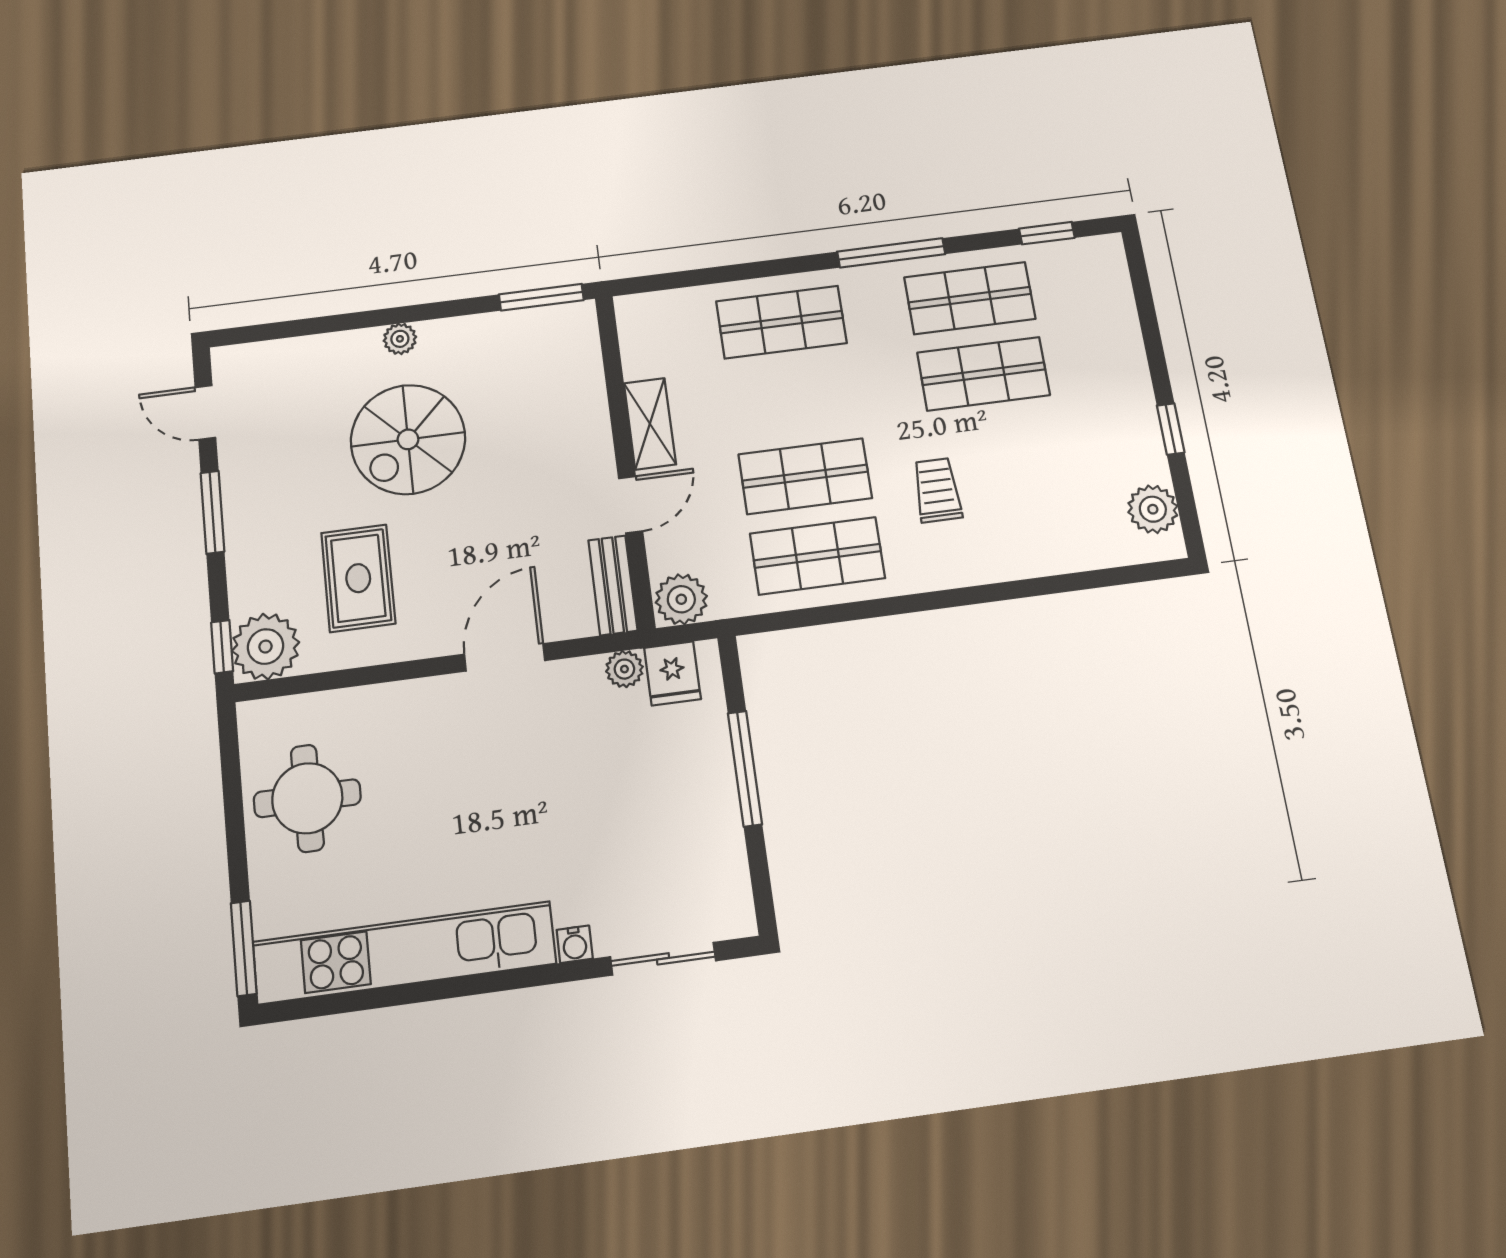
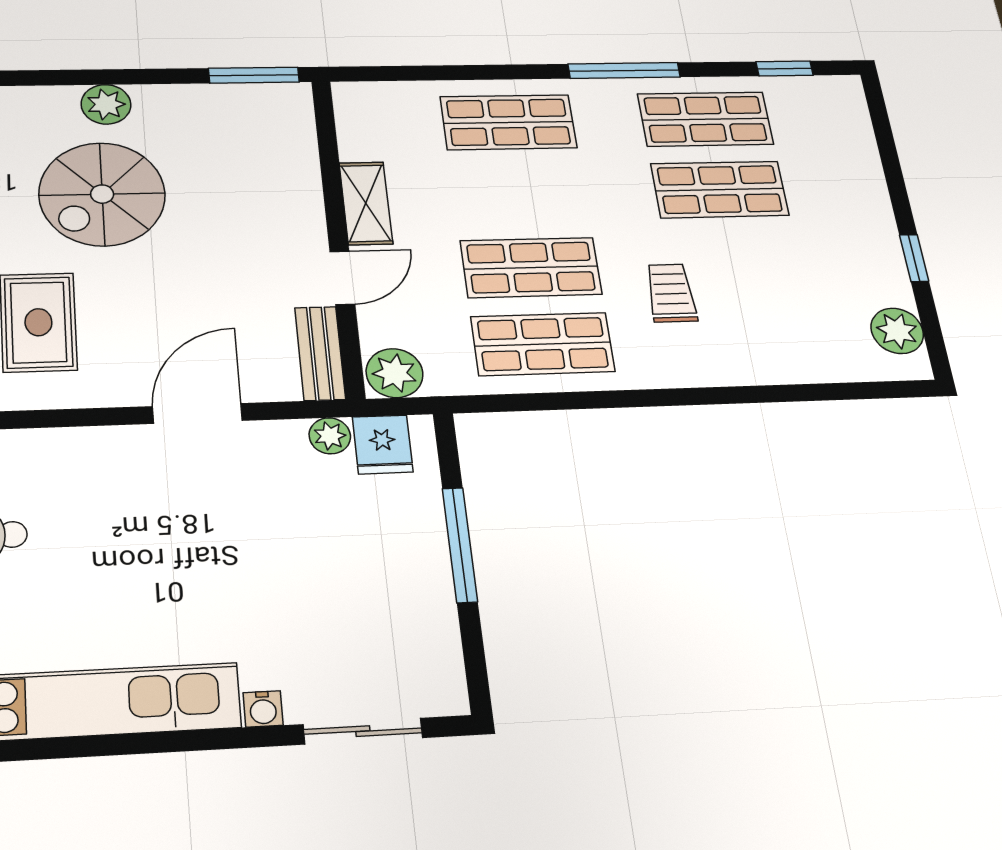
plant: (400, 339) -> (106, 104), width x1.38, depth x1.38

